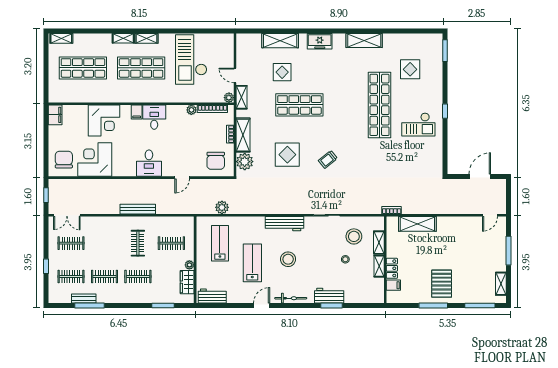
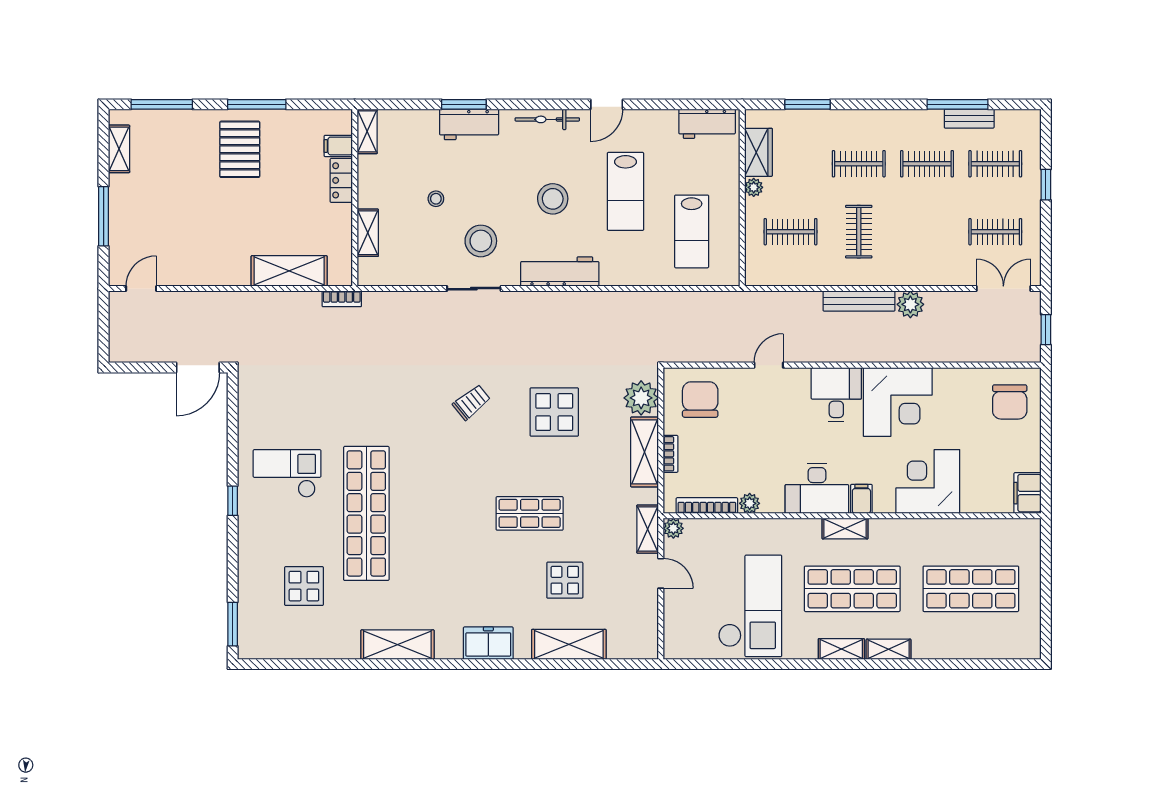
shelving: (61, 38) -> (845, 529), moved
shop shelf: (299, 105) -> (530, 513), width x0.70, depth x0.74
desk: (154, 117) -> (817, 489), width x1.37
corner desk: (95, 160) -> (898, 402), moved
door: (480, 176) -> (198, 368), moved
plant: (222, 207) -> (910, 304), moved
stool: (354, 236) -> (481, 241), moved
shelving: (379, 266) -> (367, 131), moved

